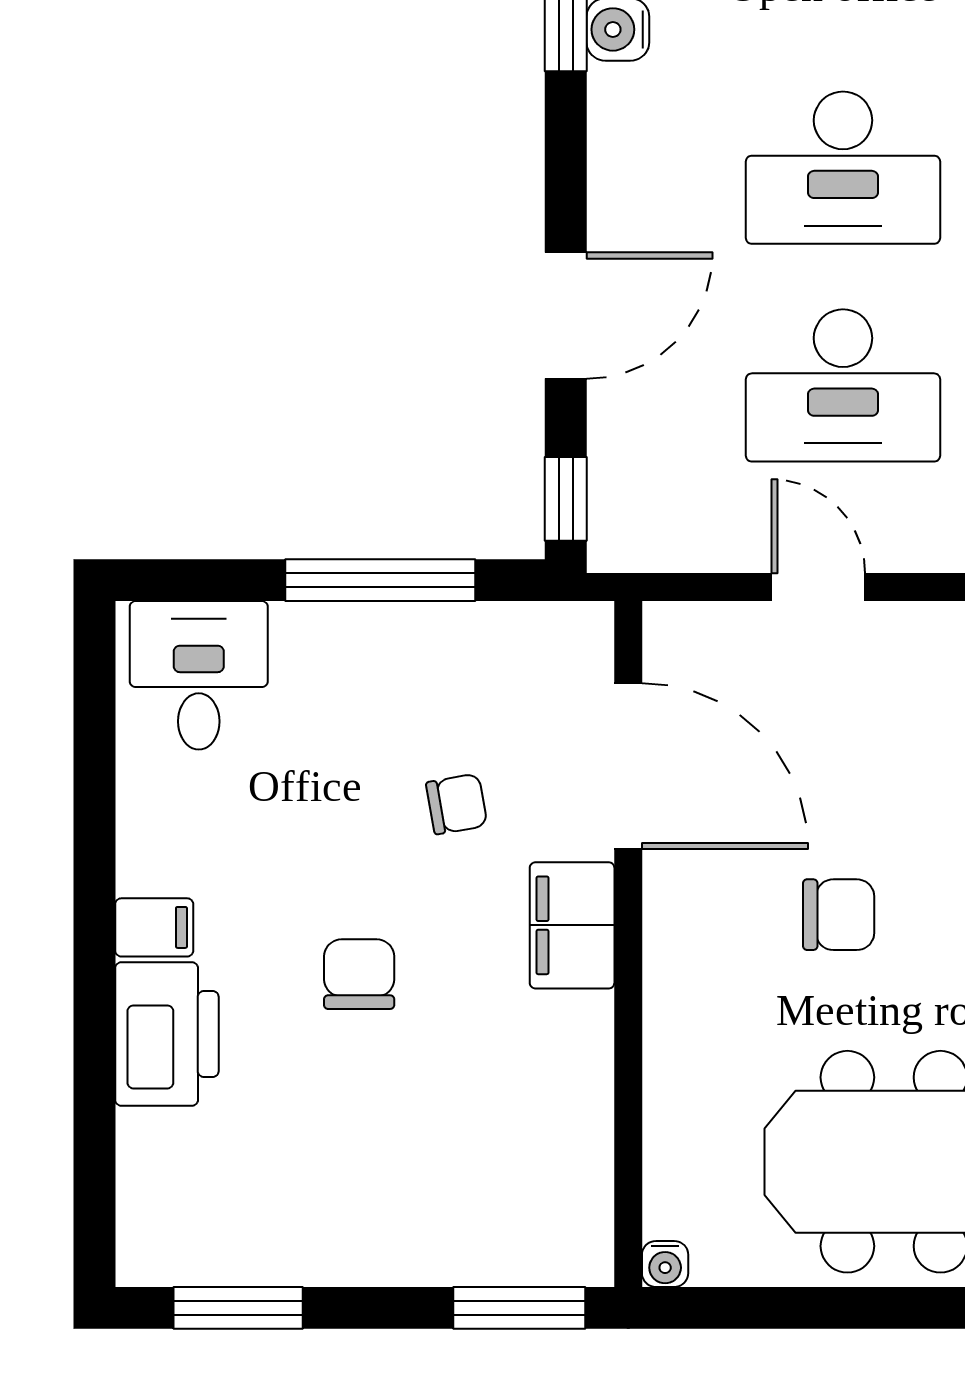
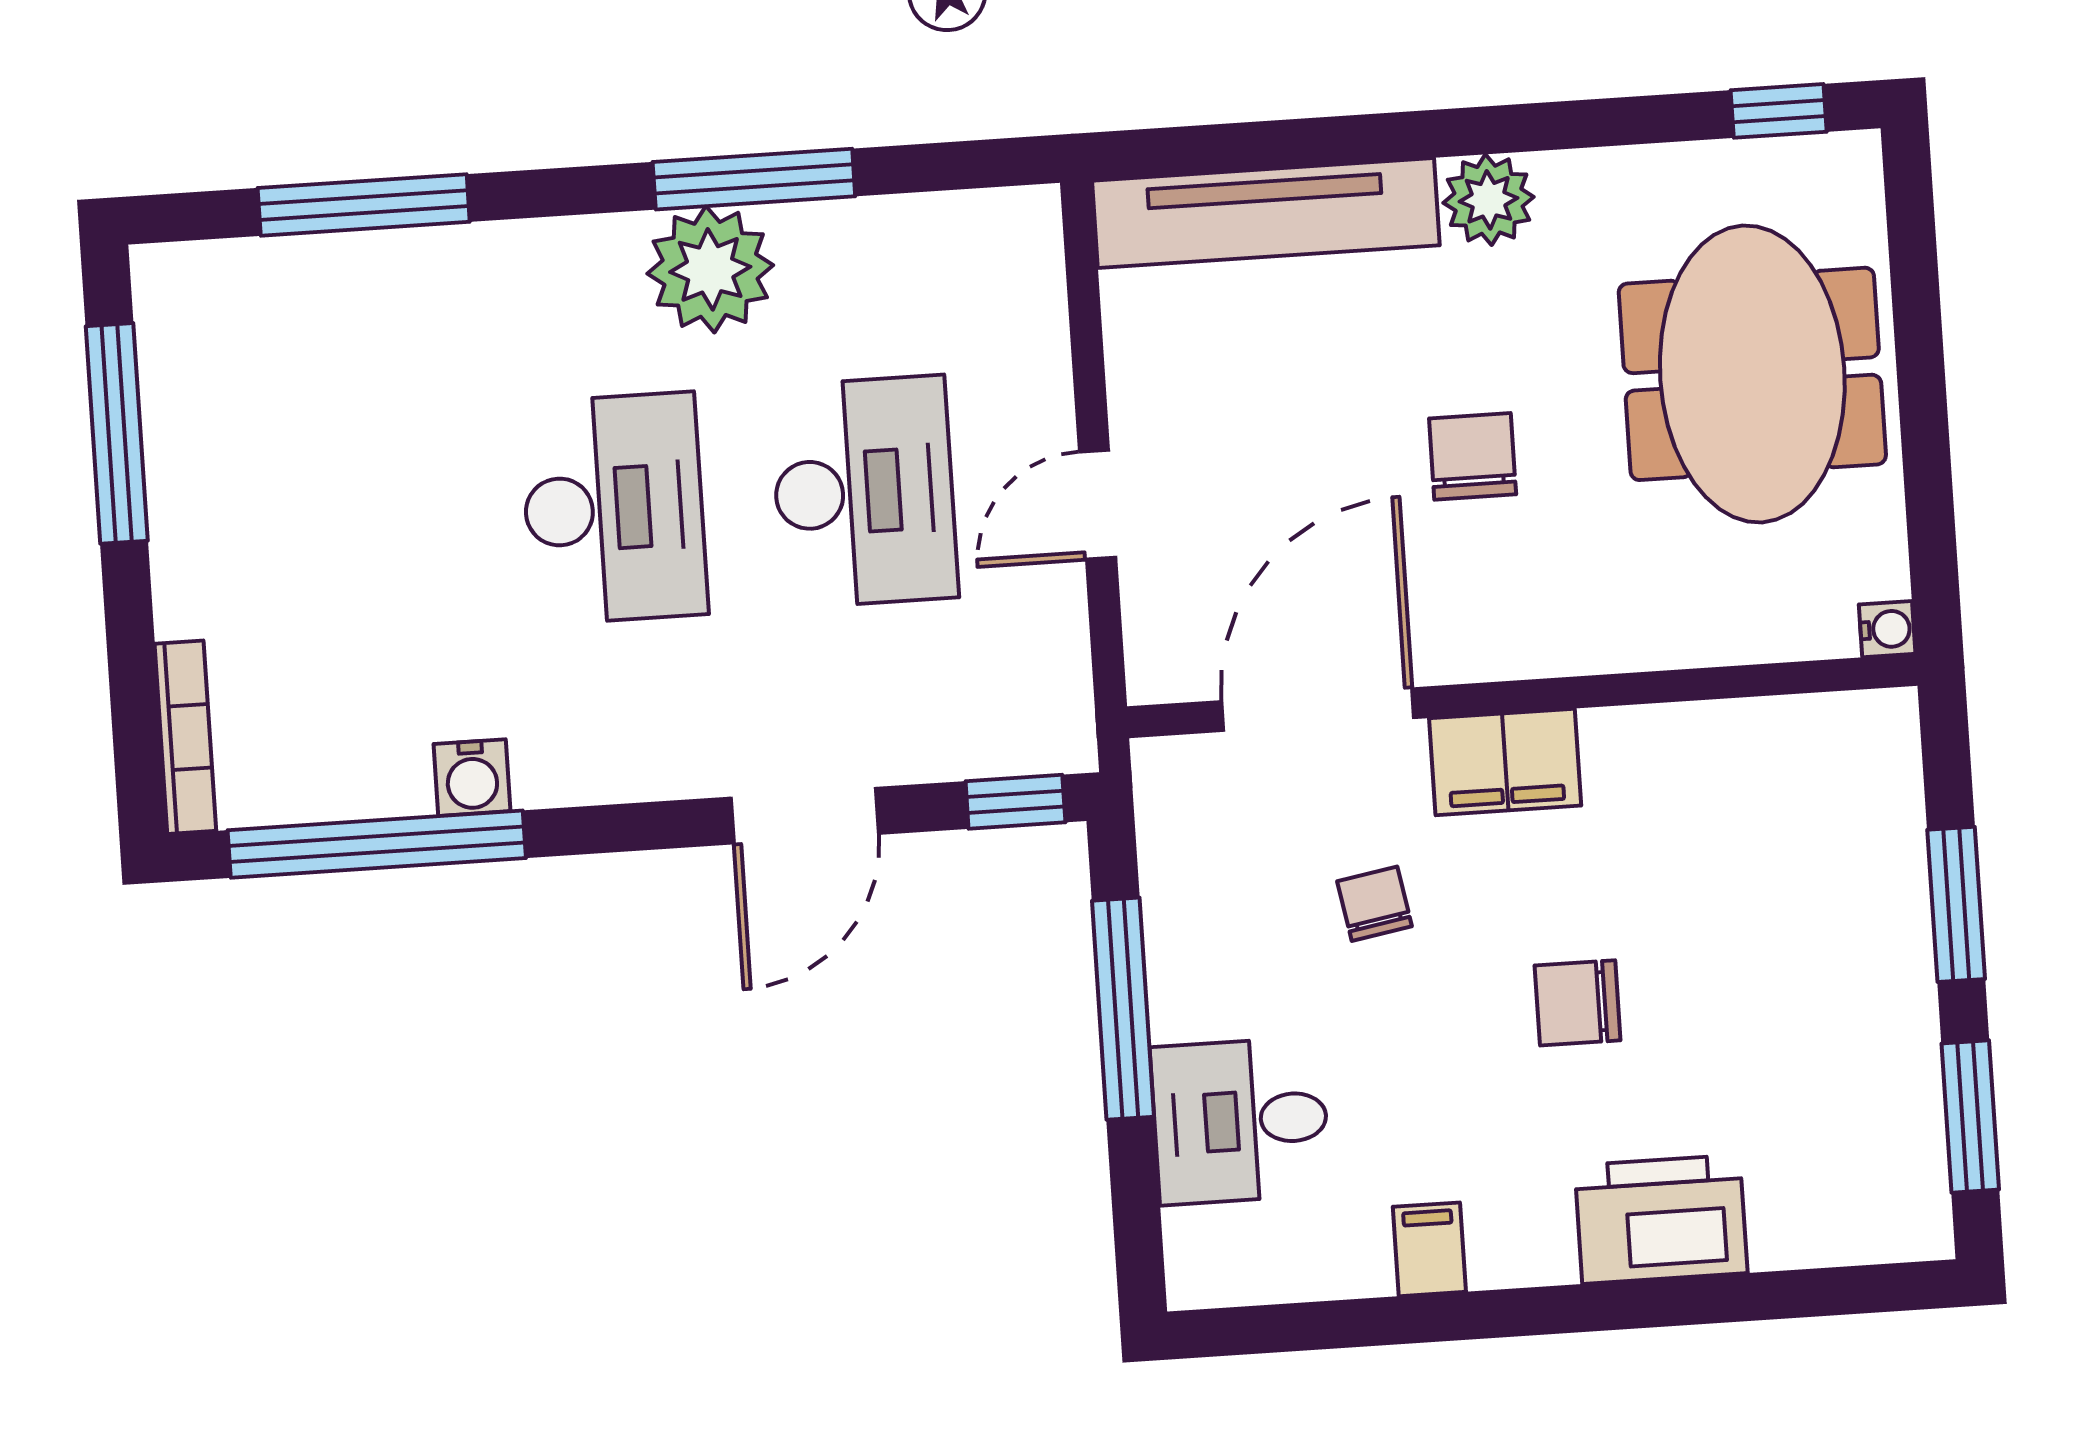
door: (566, 316) -> (805, 816), swing flipped
desk: (199, 675) -> (1240, 1121), moved
filing cabinet: (154, 927) -> (1429, 1249), moved
window: (519, 1308) -> (1956, 904), moved

